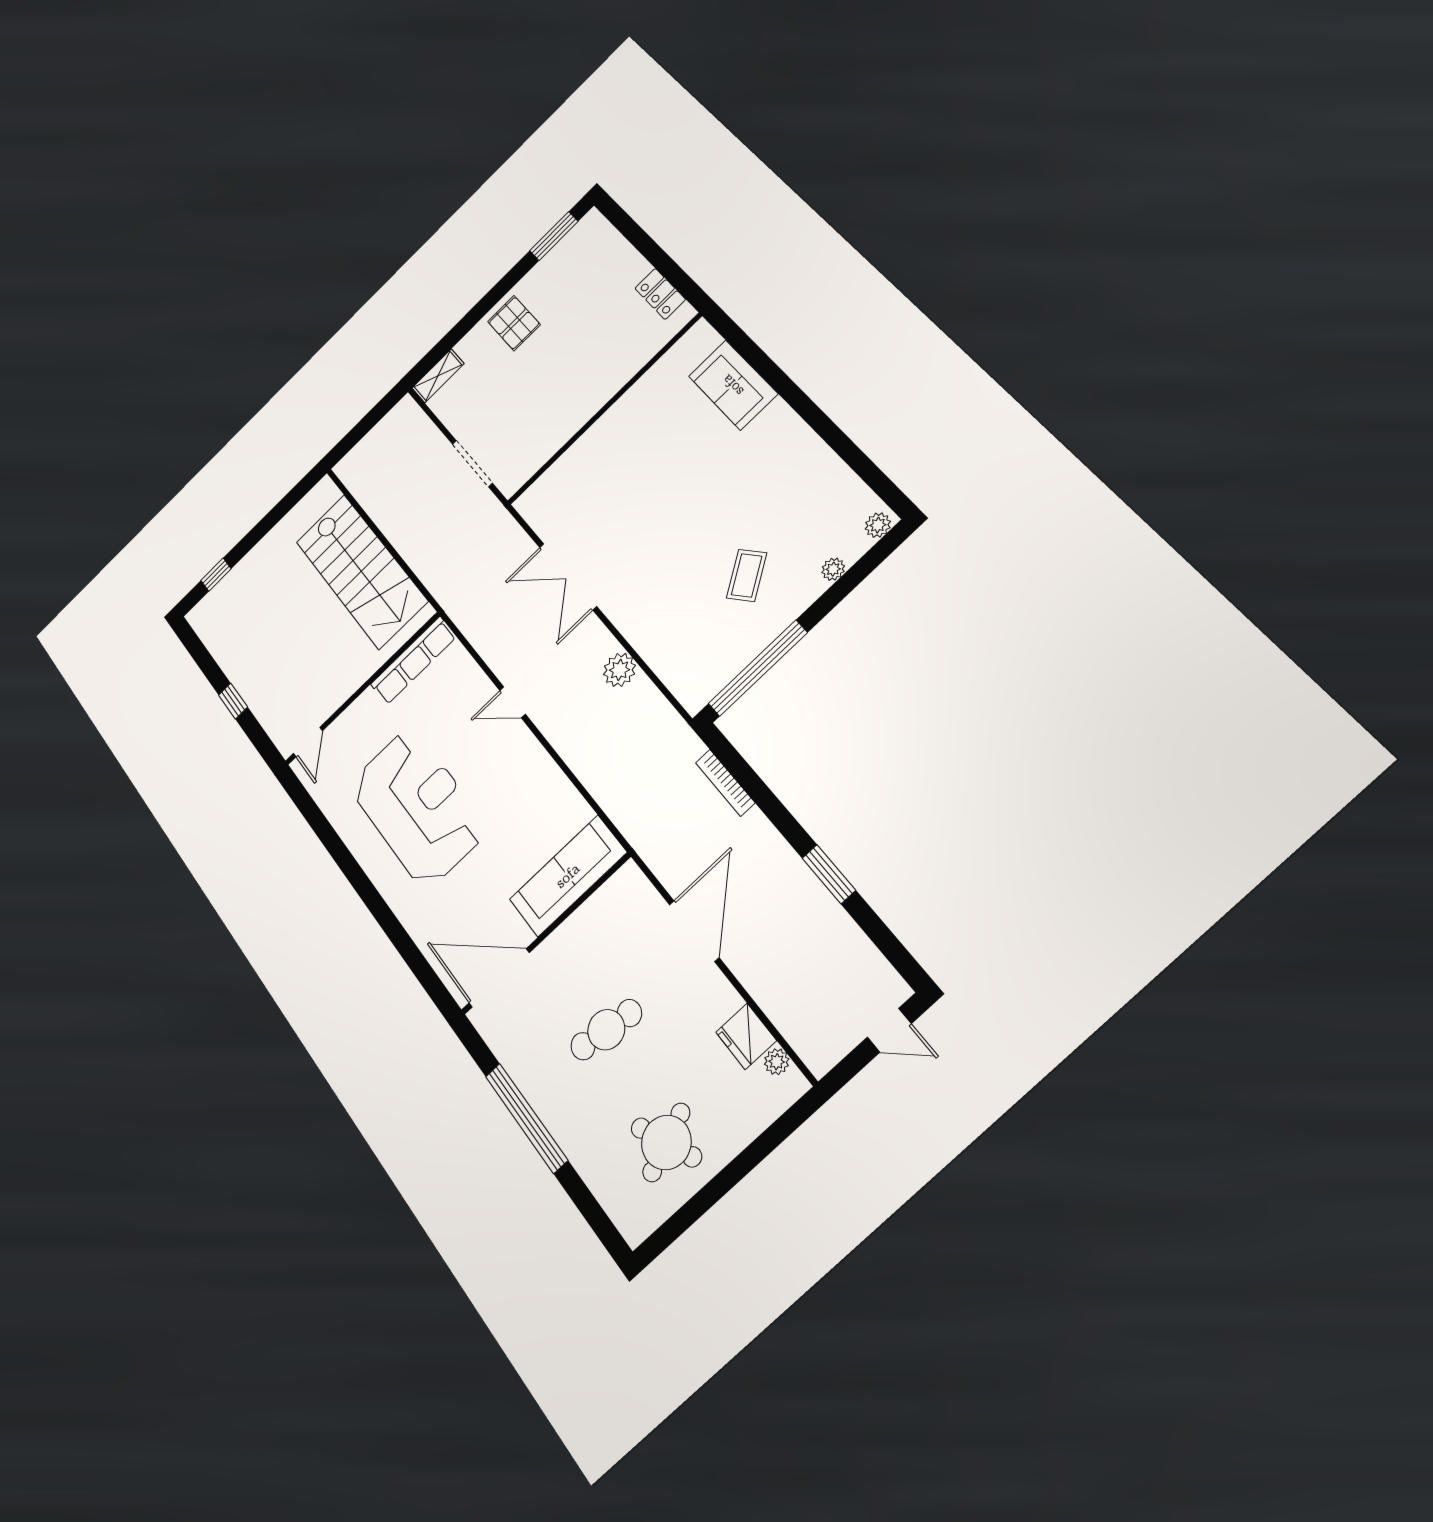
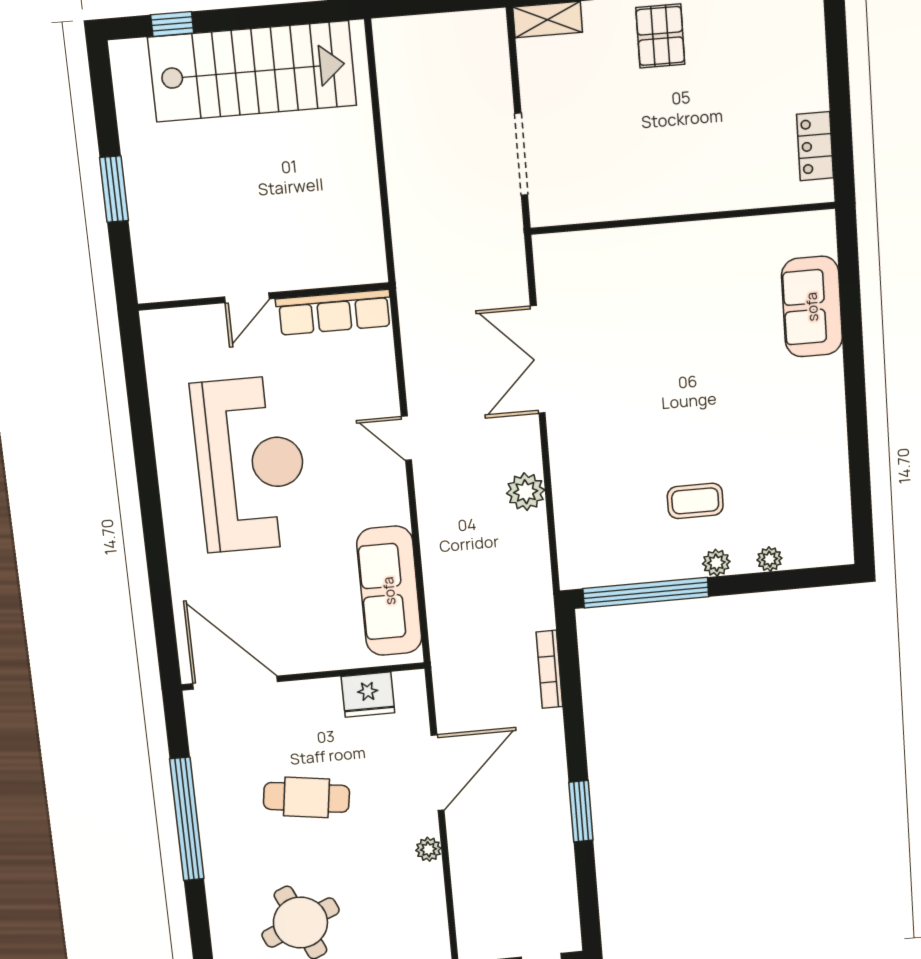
plant: (878, 525) -> (716, 563), moved
stairs: (361, 571) -> (252, 71), moved, turned -90
coffee table: (747, 575) -> (695, 501), turned 36
window: (233, 701) -> (114, 189), width x1.50
door: (308, 742) -> (247, 298), moved
sofa: (568, 876) -> (389, 591), moved, turned -90
fridge: (746, 1036) -> (368, 695), moved, turned -90
plant: (777, 1062) -> (428, 849), moved

